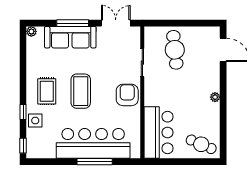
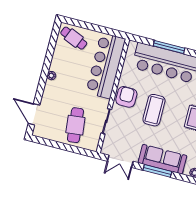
coffee table: (81, 91) -> (154, 110), moved
armchair: (127, 95) -> (126, 97), turned 180
bar counter: (159, 133) -> (106, 66), width x1.36

